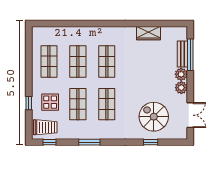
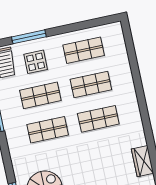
window: (29, 103) -> (29, 37), width x2.17

